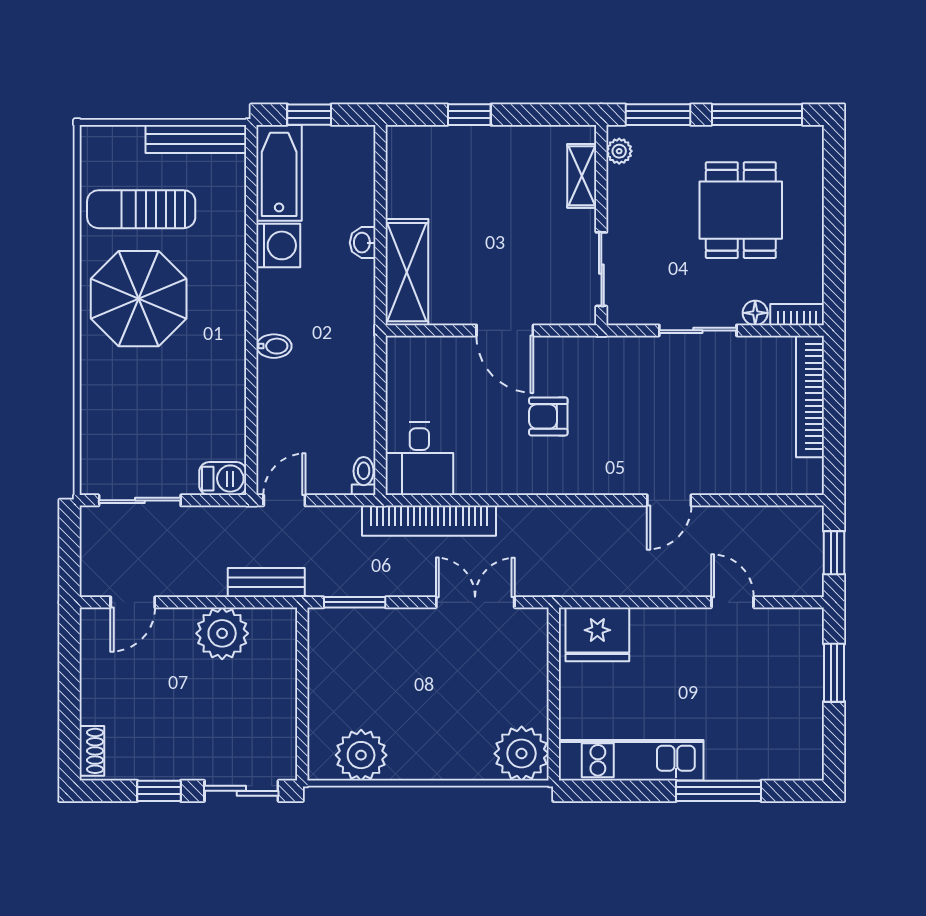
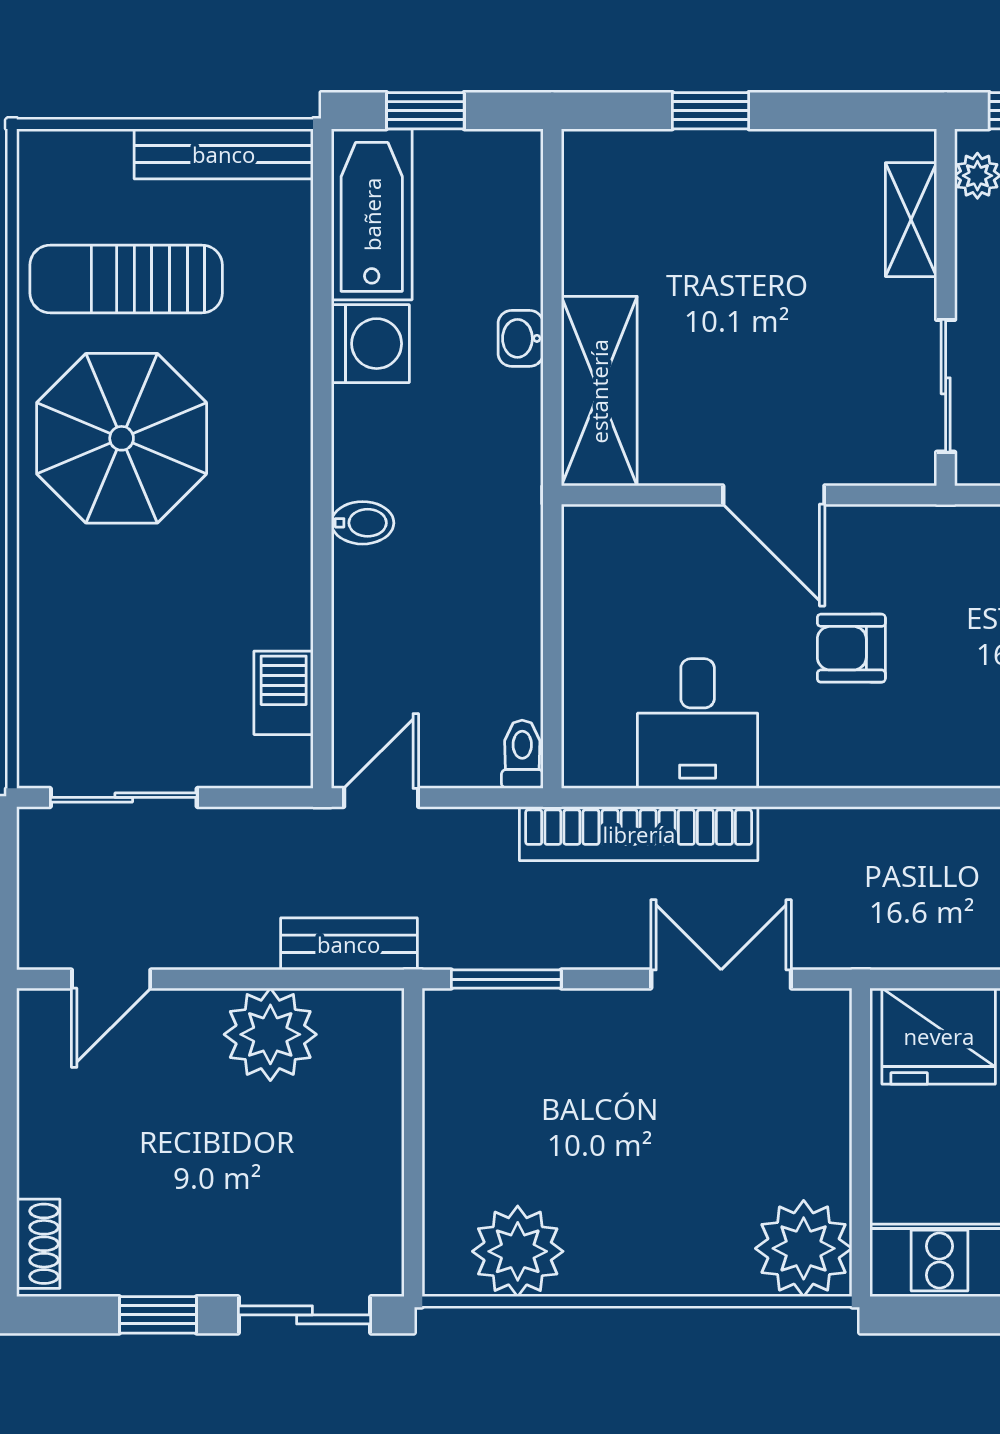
desk: (419, 459) -> (698, 724), moved
barbecue: (223, 479) -> (284, 693), moved, turned -90

